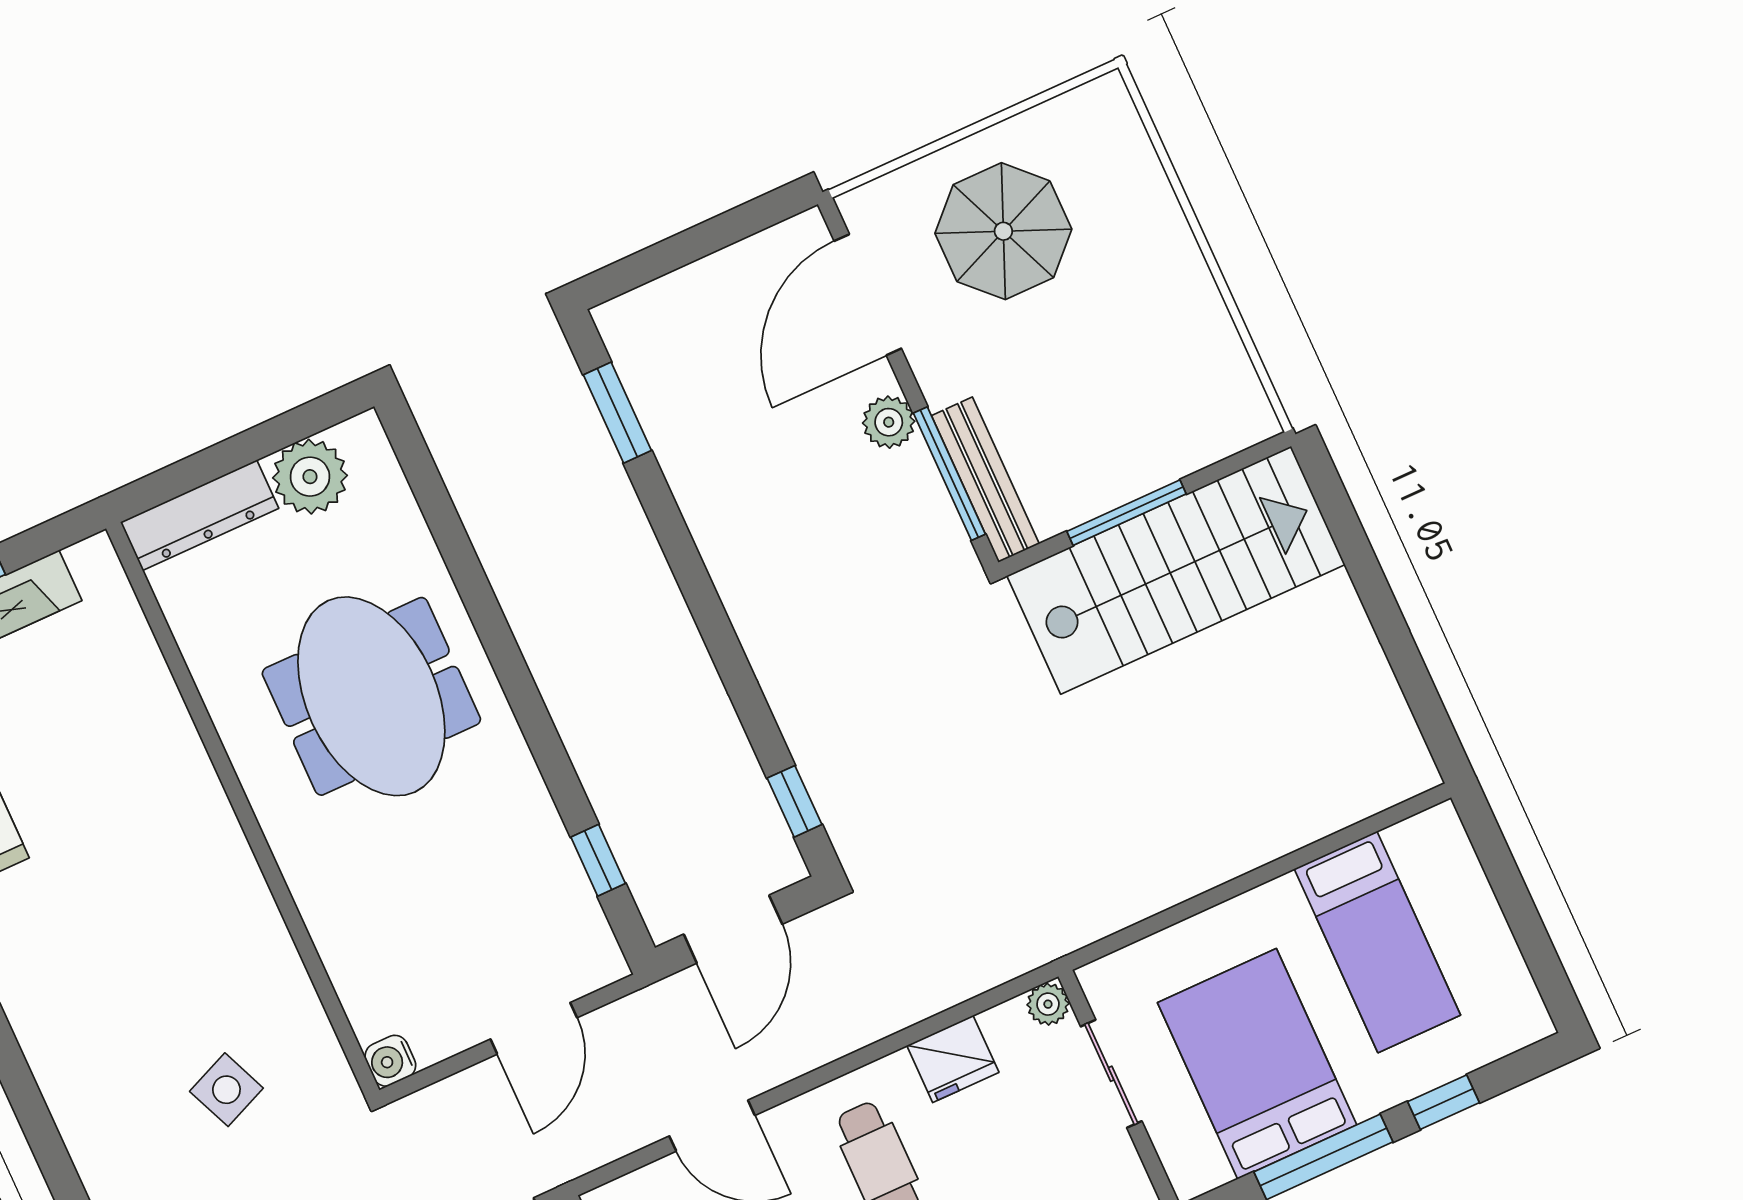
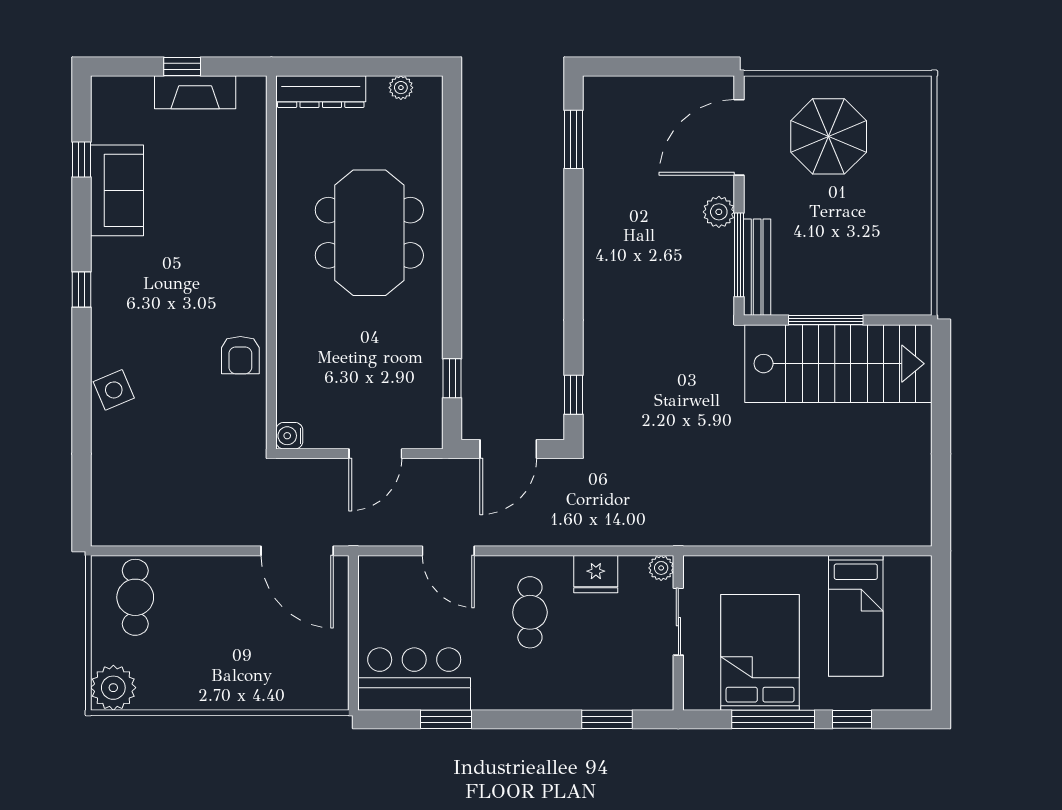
plant: (310, 477) -> (401, 88), width x0.53, depth x0.53
armchair: (260, 972) -> (240, 355), added
side table: (226, 1090) -> (114, 390), moved

